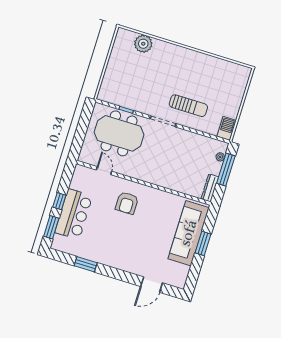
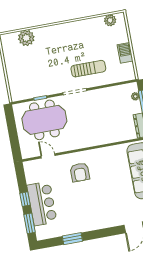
plant: (235, 69) -> (110, 20), added
barbecue: (227, 128) -> (125, 53), moved

